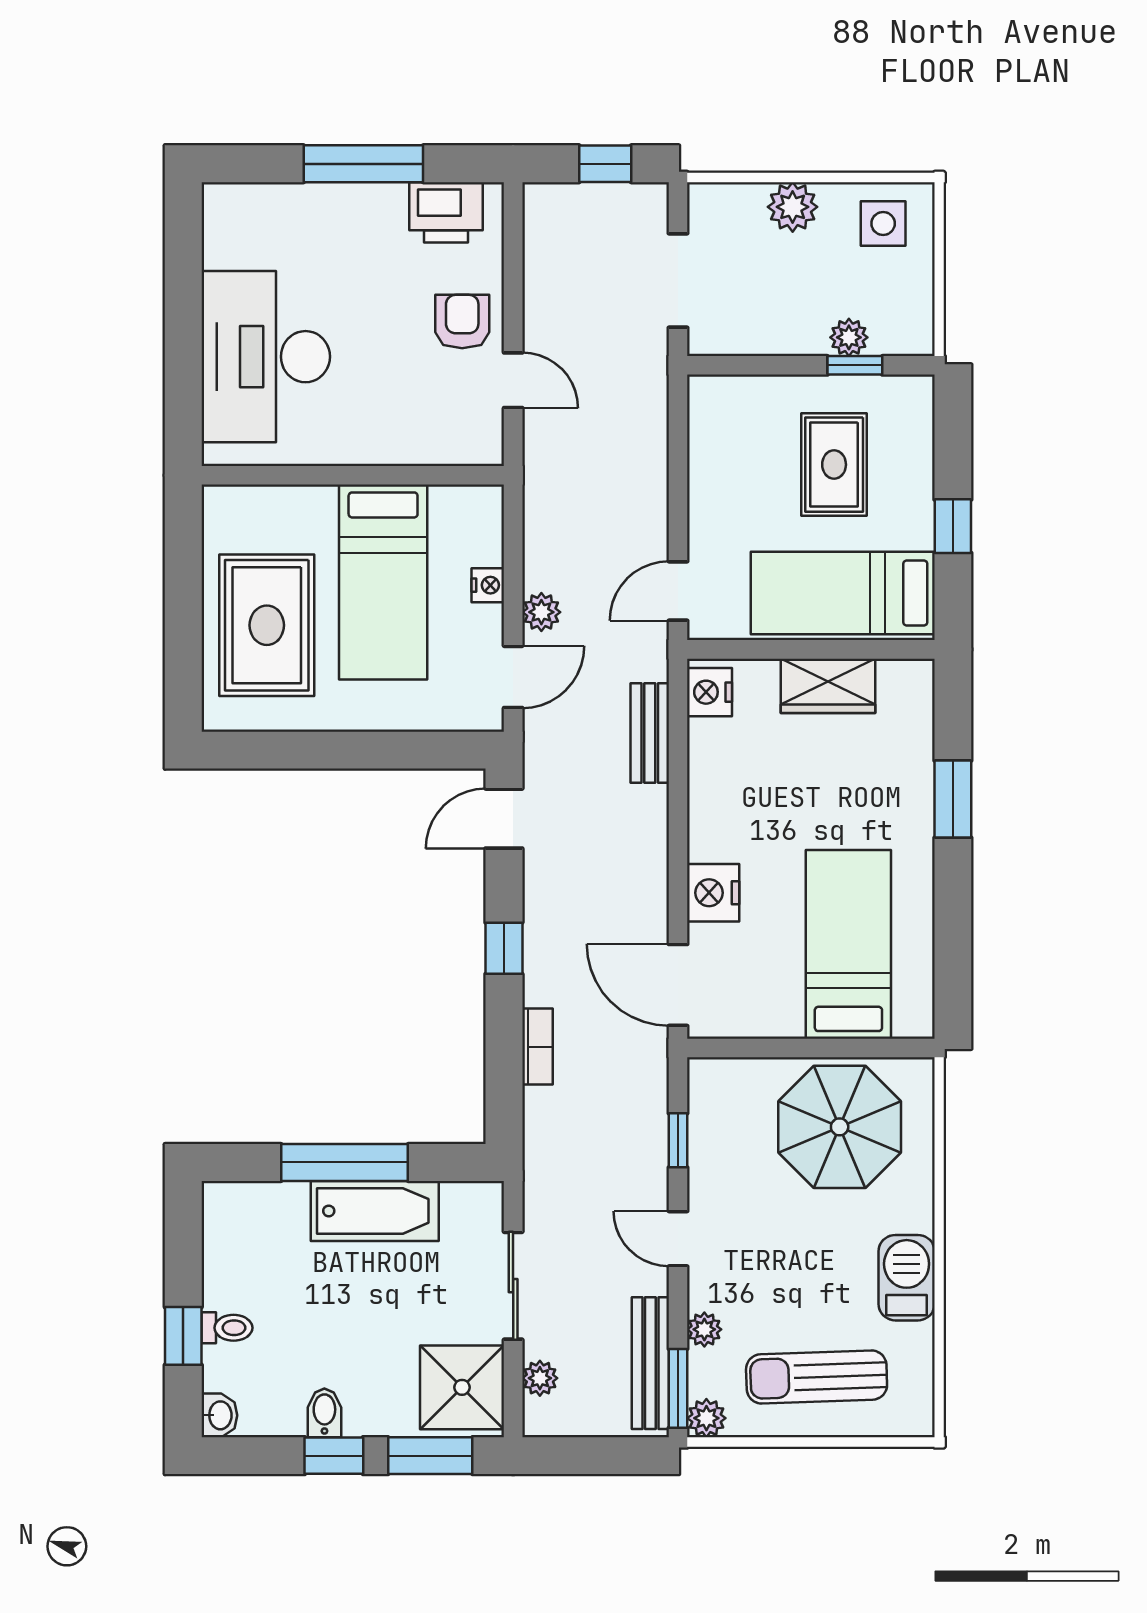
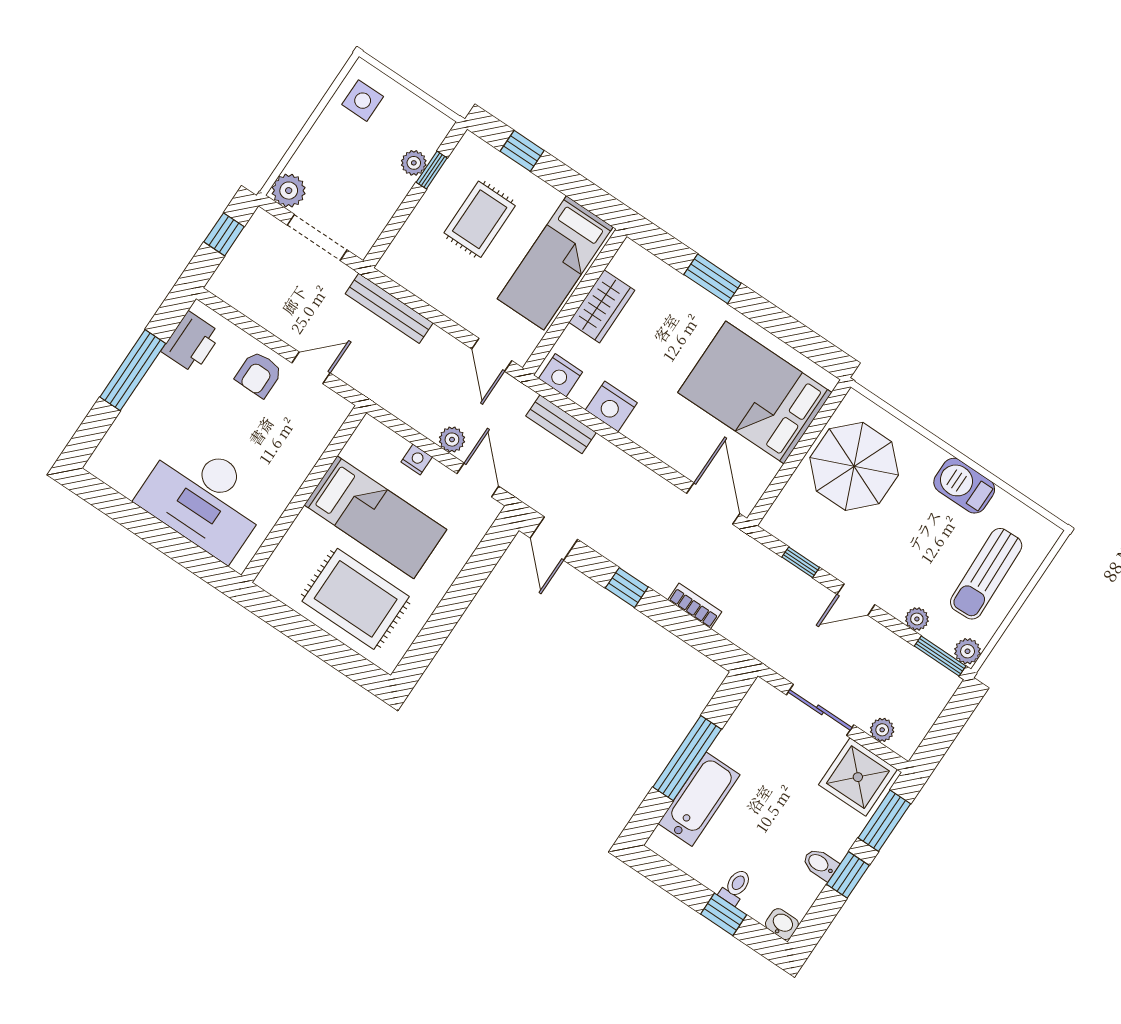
plant: (793, 207) -> (289, 191), moved
armchair: (462, 322) -> (259, 374), turned -90
rug: (834, 465) -> (480, 219), turned 90
window: (953, 526) -> (522, 151), moved
nightstand: (713, 893) -> (611, 406), moved
bed: (848, 944) -> (755, 392), width x1.50
door: (678, 985) -> (713, 504), swing flipped
bathtub: (375, 1211) -> (699, 799), moved
bench: (650, 1363) -> (389, 308), moved

